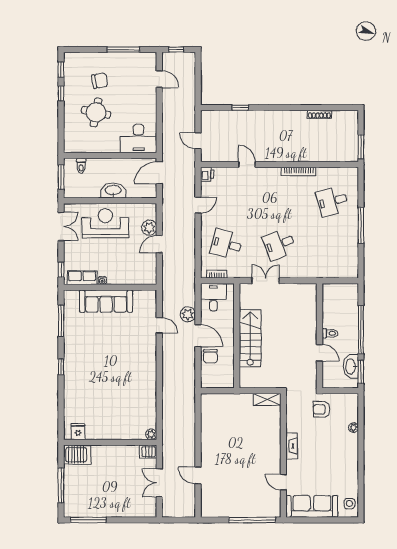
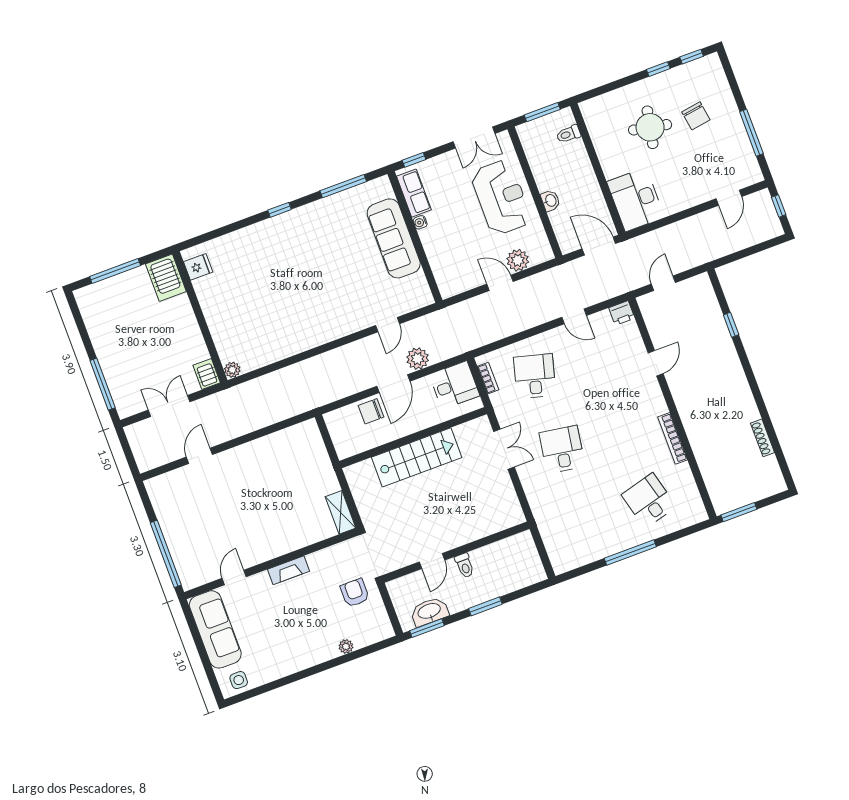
washbasin: (113, 191) -> (550, 201), width x0.52, depth x0.69
desk: (279, 244) -> (562, 449), turned 30
window: (361, 330) -> (485, 606), width x0.47
window: (88, 520) -> (103, 384), moved

